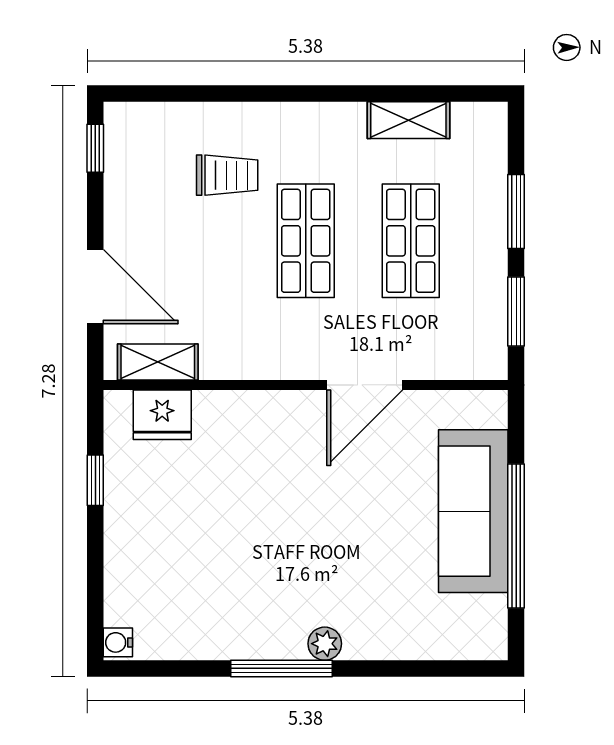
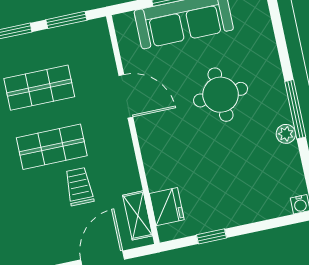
trolley: (227, 175) -> (79, 187), moved
round table: (333, 547) -> (221, 95), added
plant: (325, 644) -> (286, 134), moved

